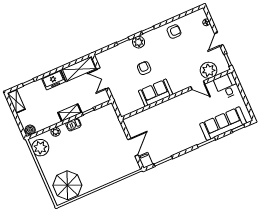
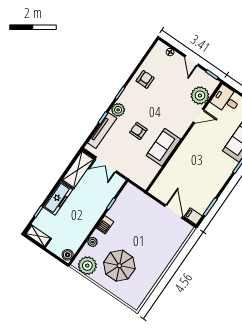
tv unit: (116, 50) -> (102, 130), added
freezer: (53, 80) -> (58, 198), width x1.40
shelving: (70, 113) -> (95, 216), removed
parasol: (67, 185) -> (119, 266), moved

